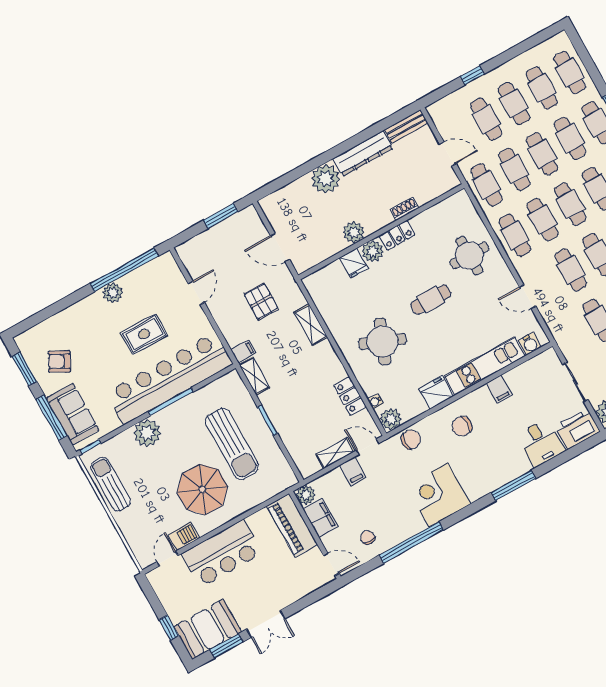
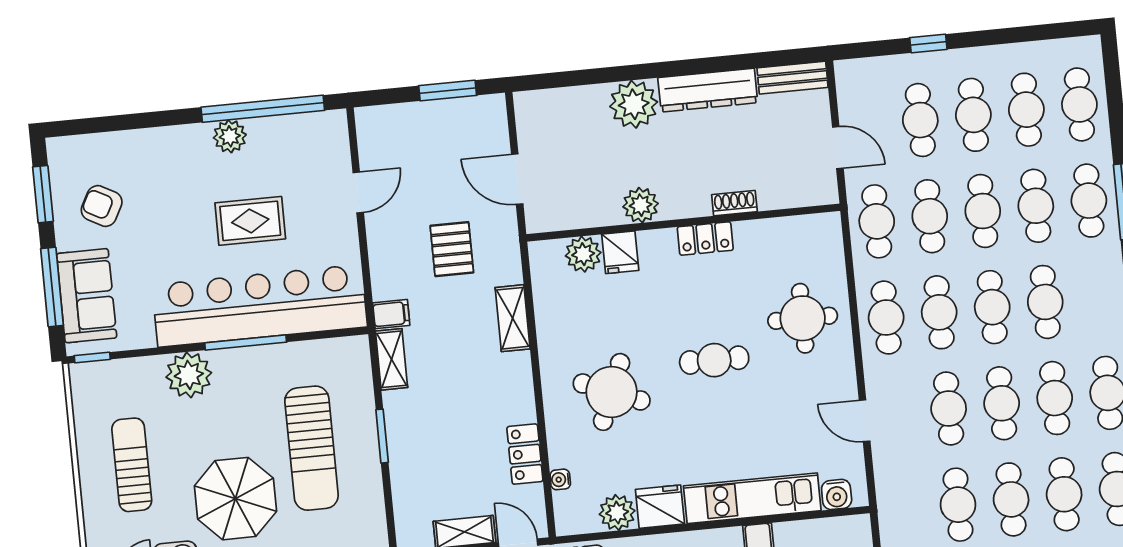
plant: (373, 251) -> (583, 254), moved
plant: (391, 419) -> (617, 512), moved
sun lounger: (111, 484) -> (132, 465), moved

